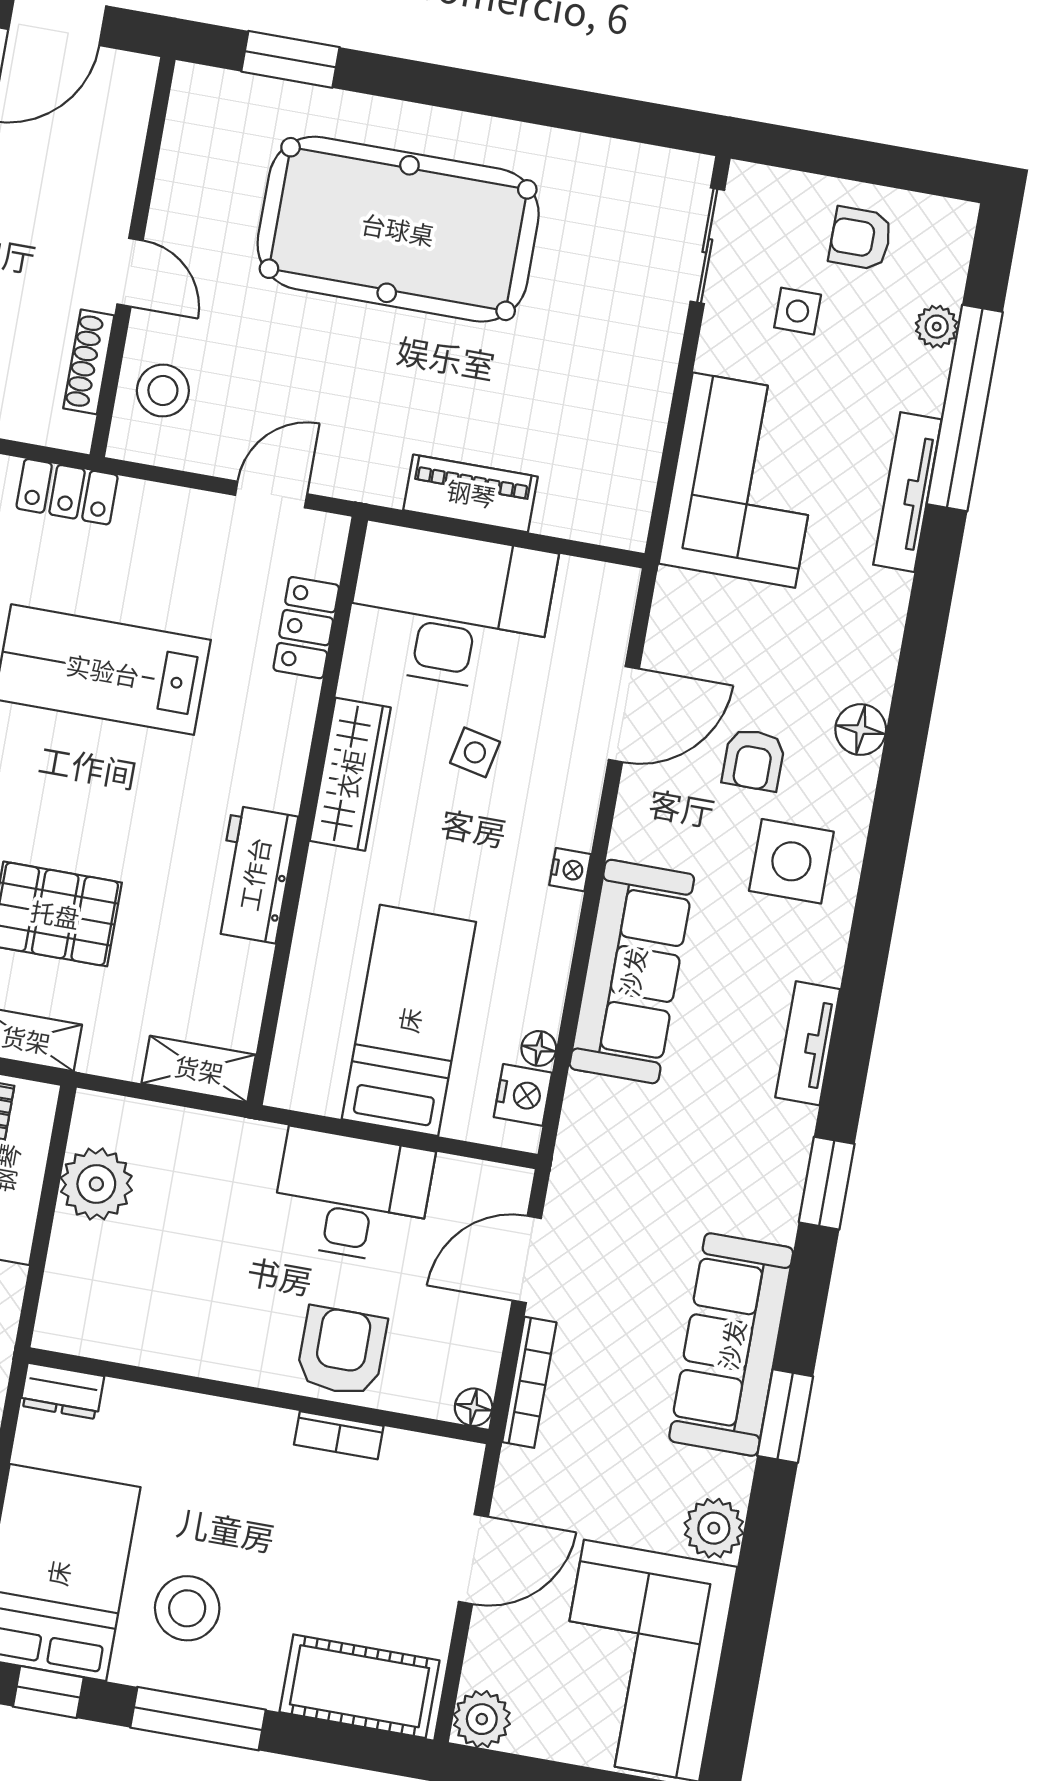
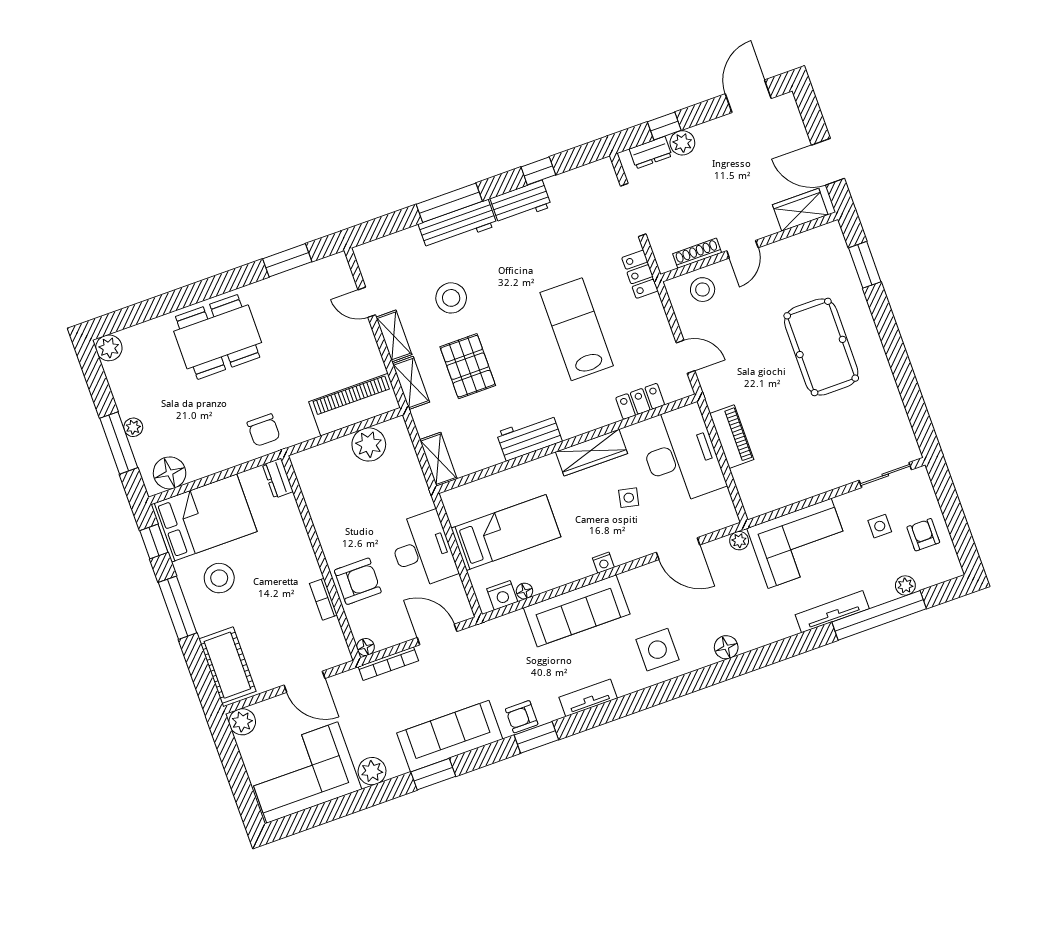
wardrobe: (118, 121) -> (800, 210), added
pool table: (398, 229) -> (821, 347), width x0.73, depth x0.76
plant: (674, 591) -> (739, 541), added
armchair: (754, 760) -> (522, 717), moved

